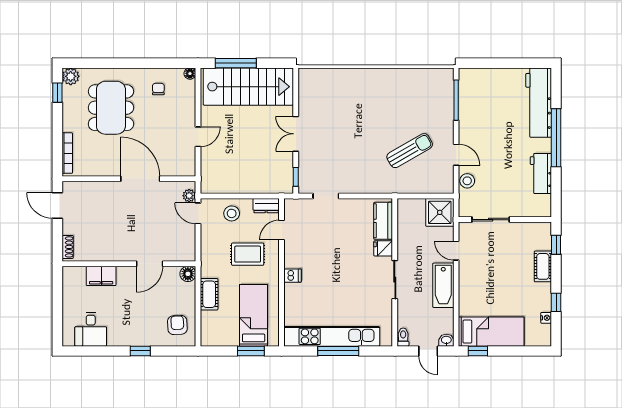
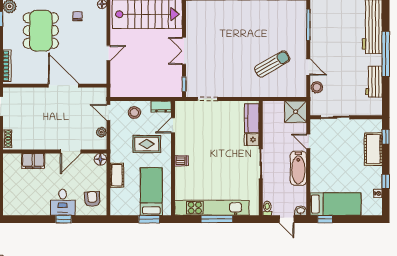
plant: (189, 196) -> (101, 132), moved
cot: (543, 266) -> (373, 149), width x1.37, depth x1.34
desk: (91, 329) -> (63, 202), moved

